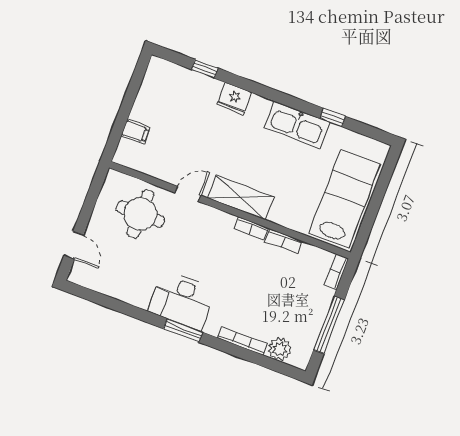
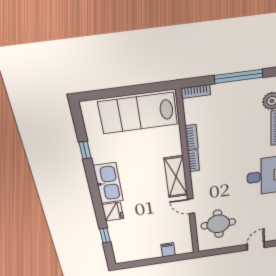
kitchen sink: (297, 125) -> (108, 183), moved

